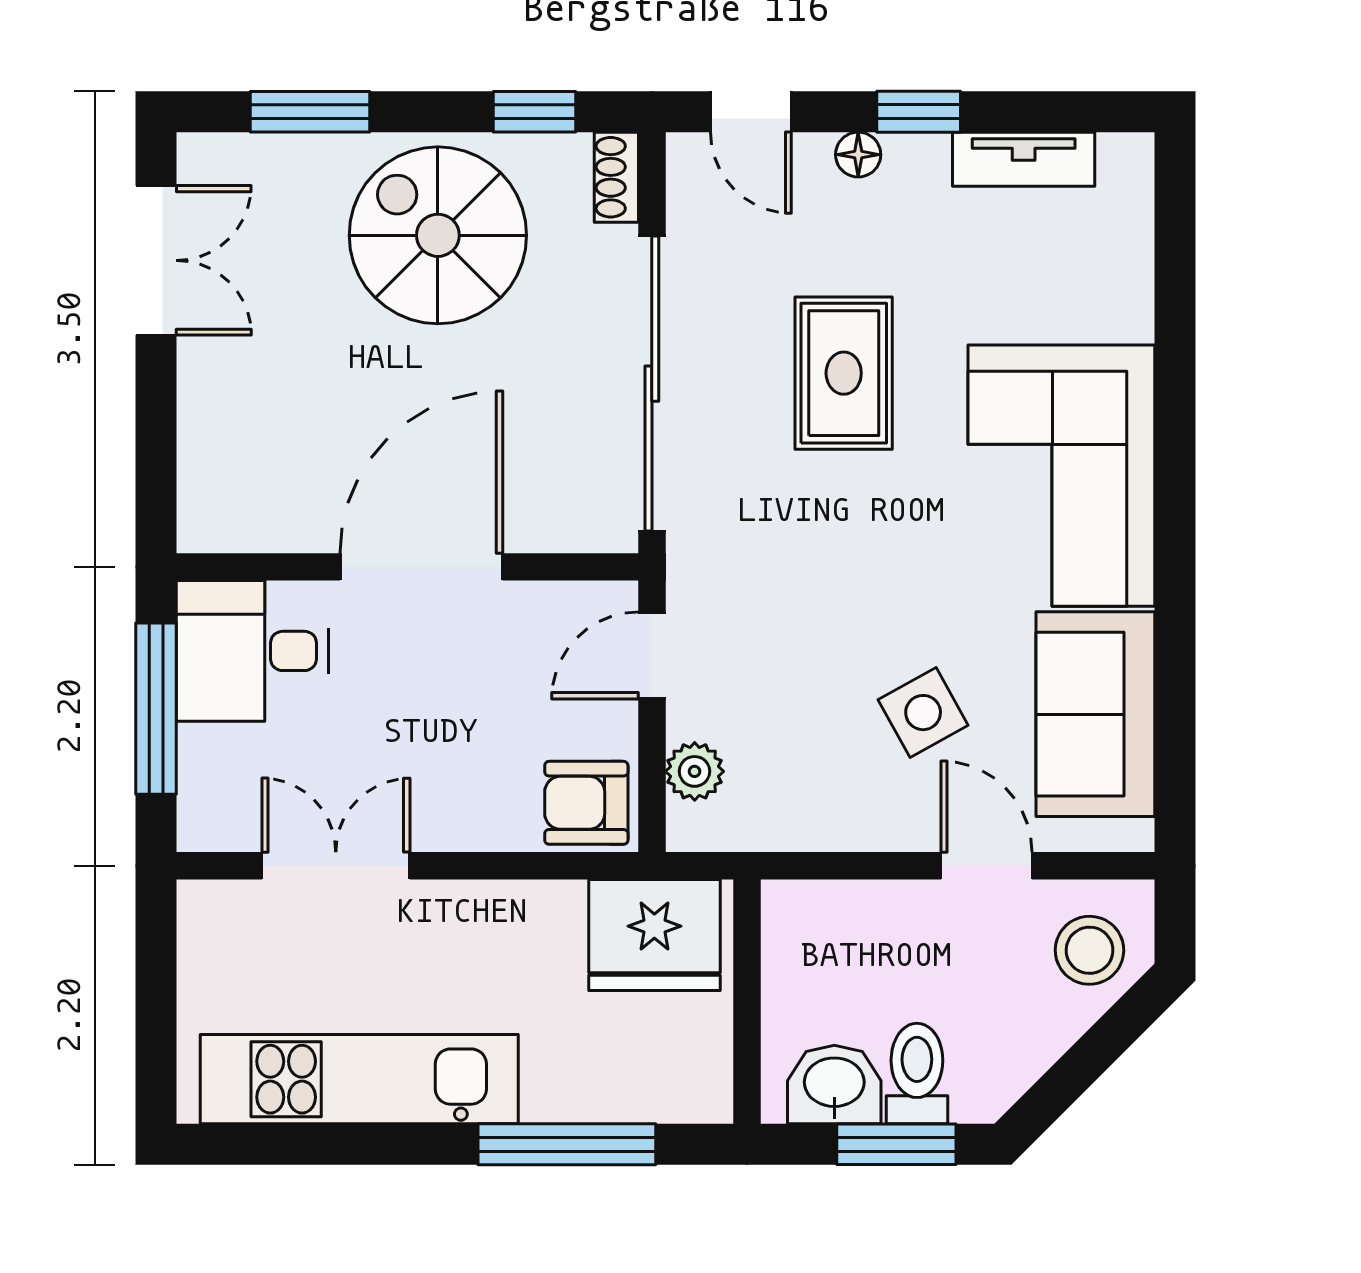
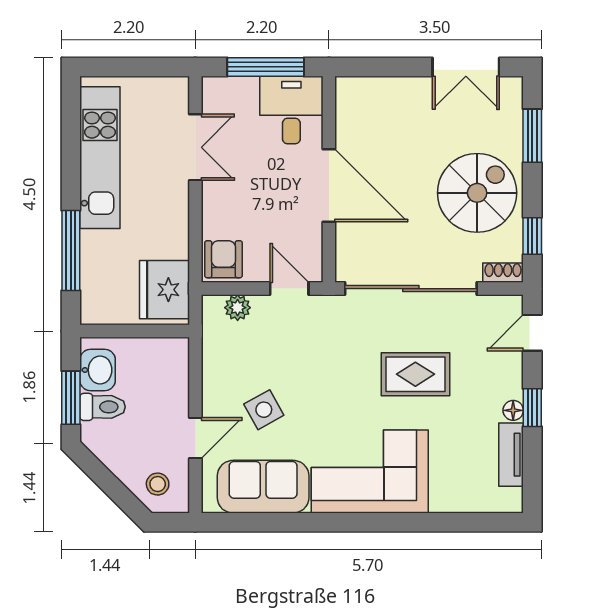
floor lamp: (858, 155) -> (513, 410), moved
stool: (1089, 950) -> (158, 484), width x0.73, depth x0.73

